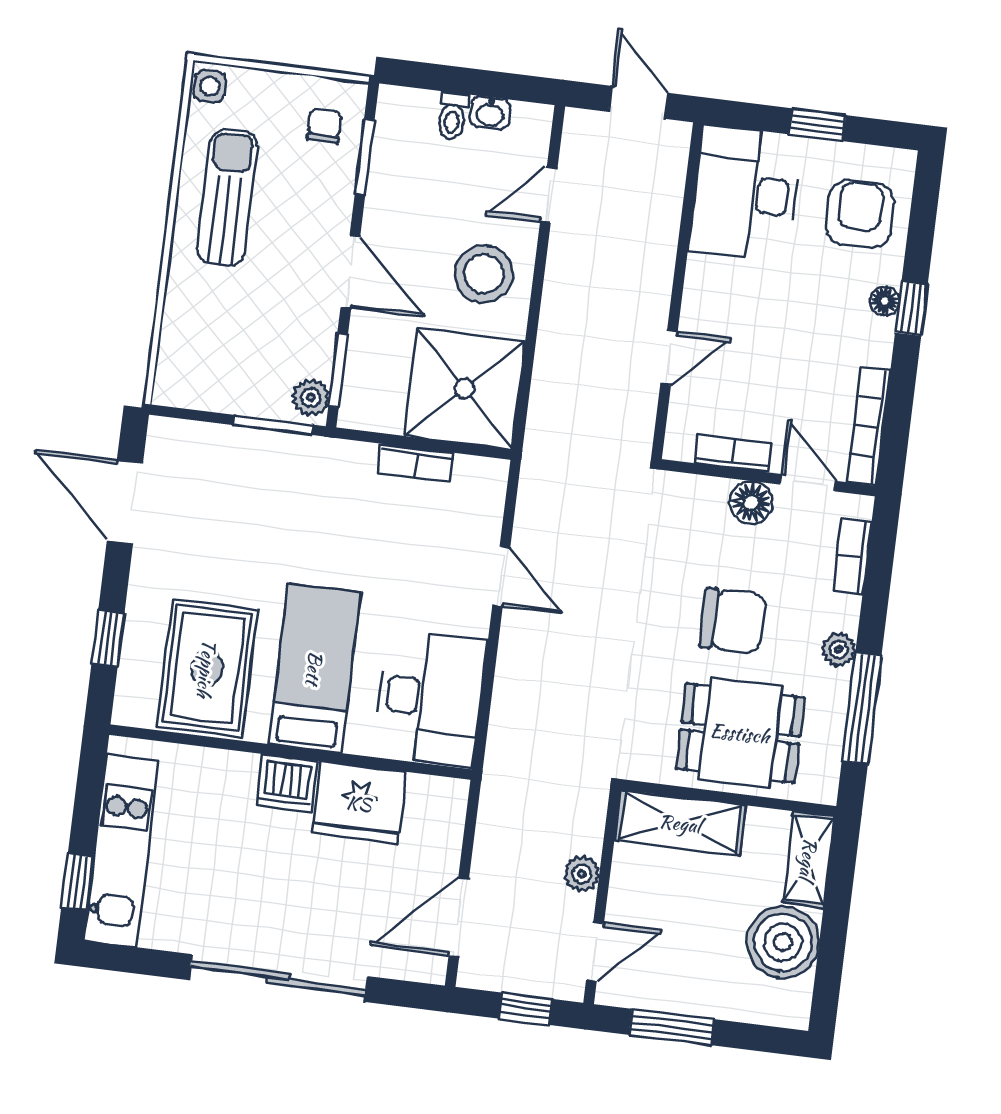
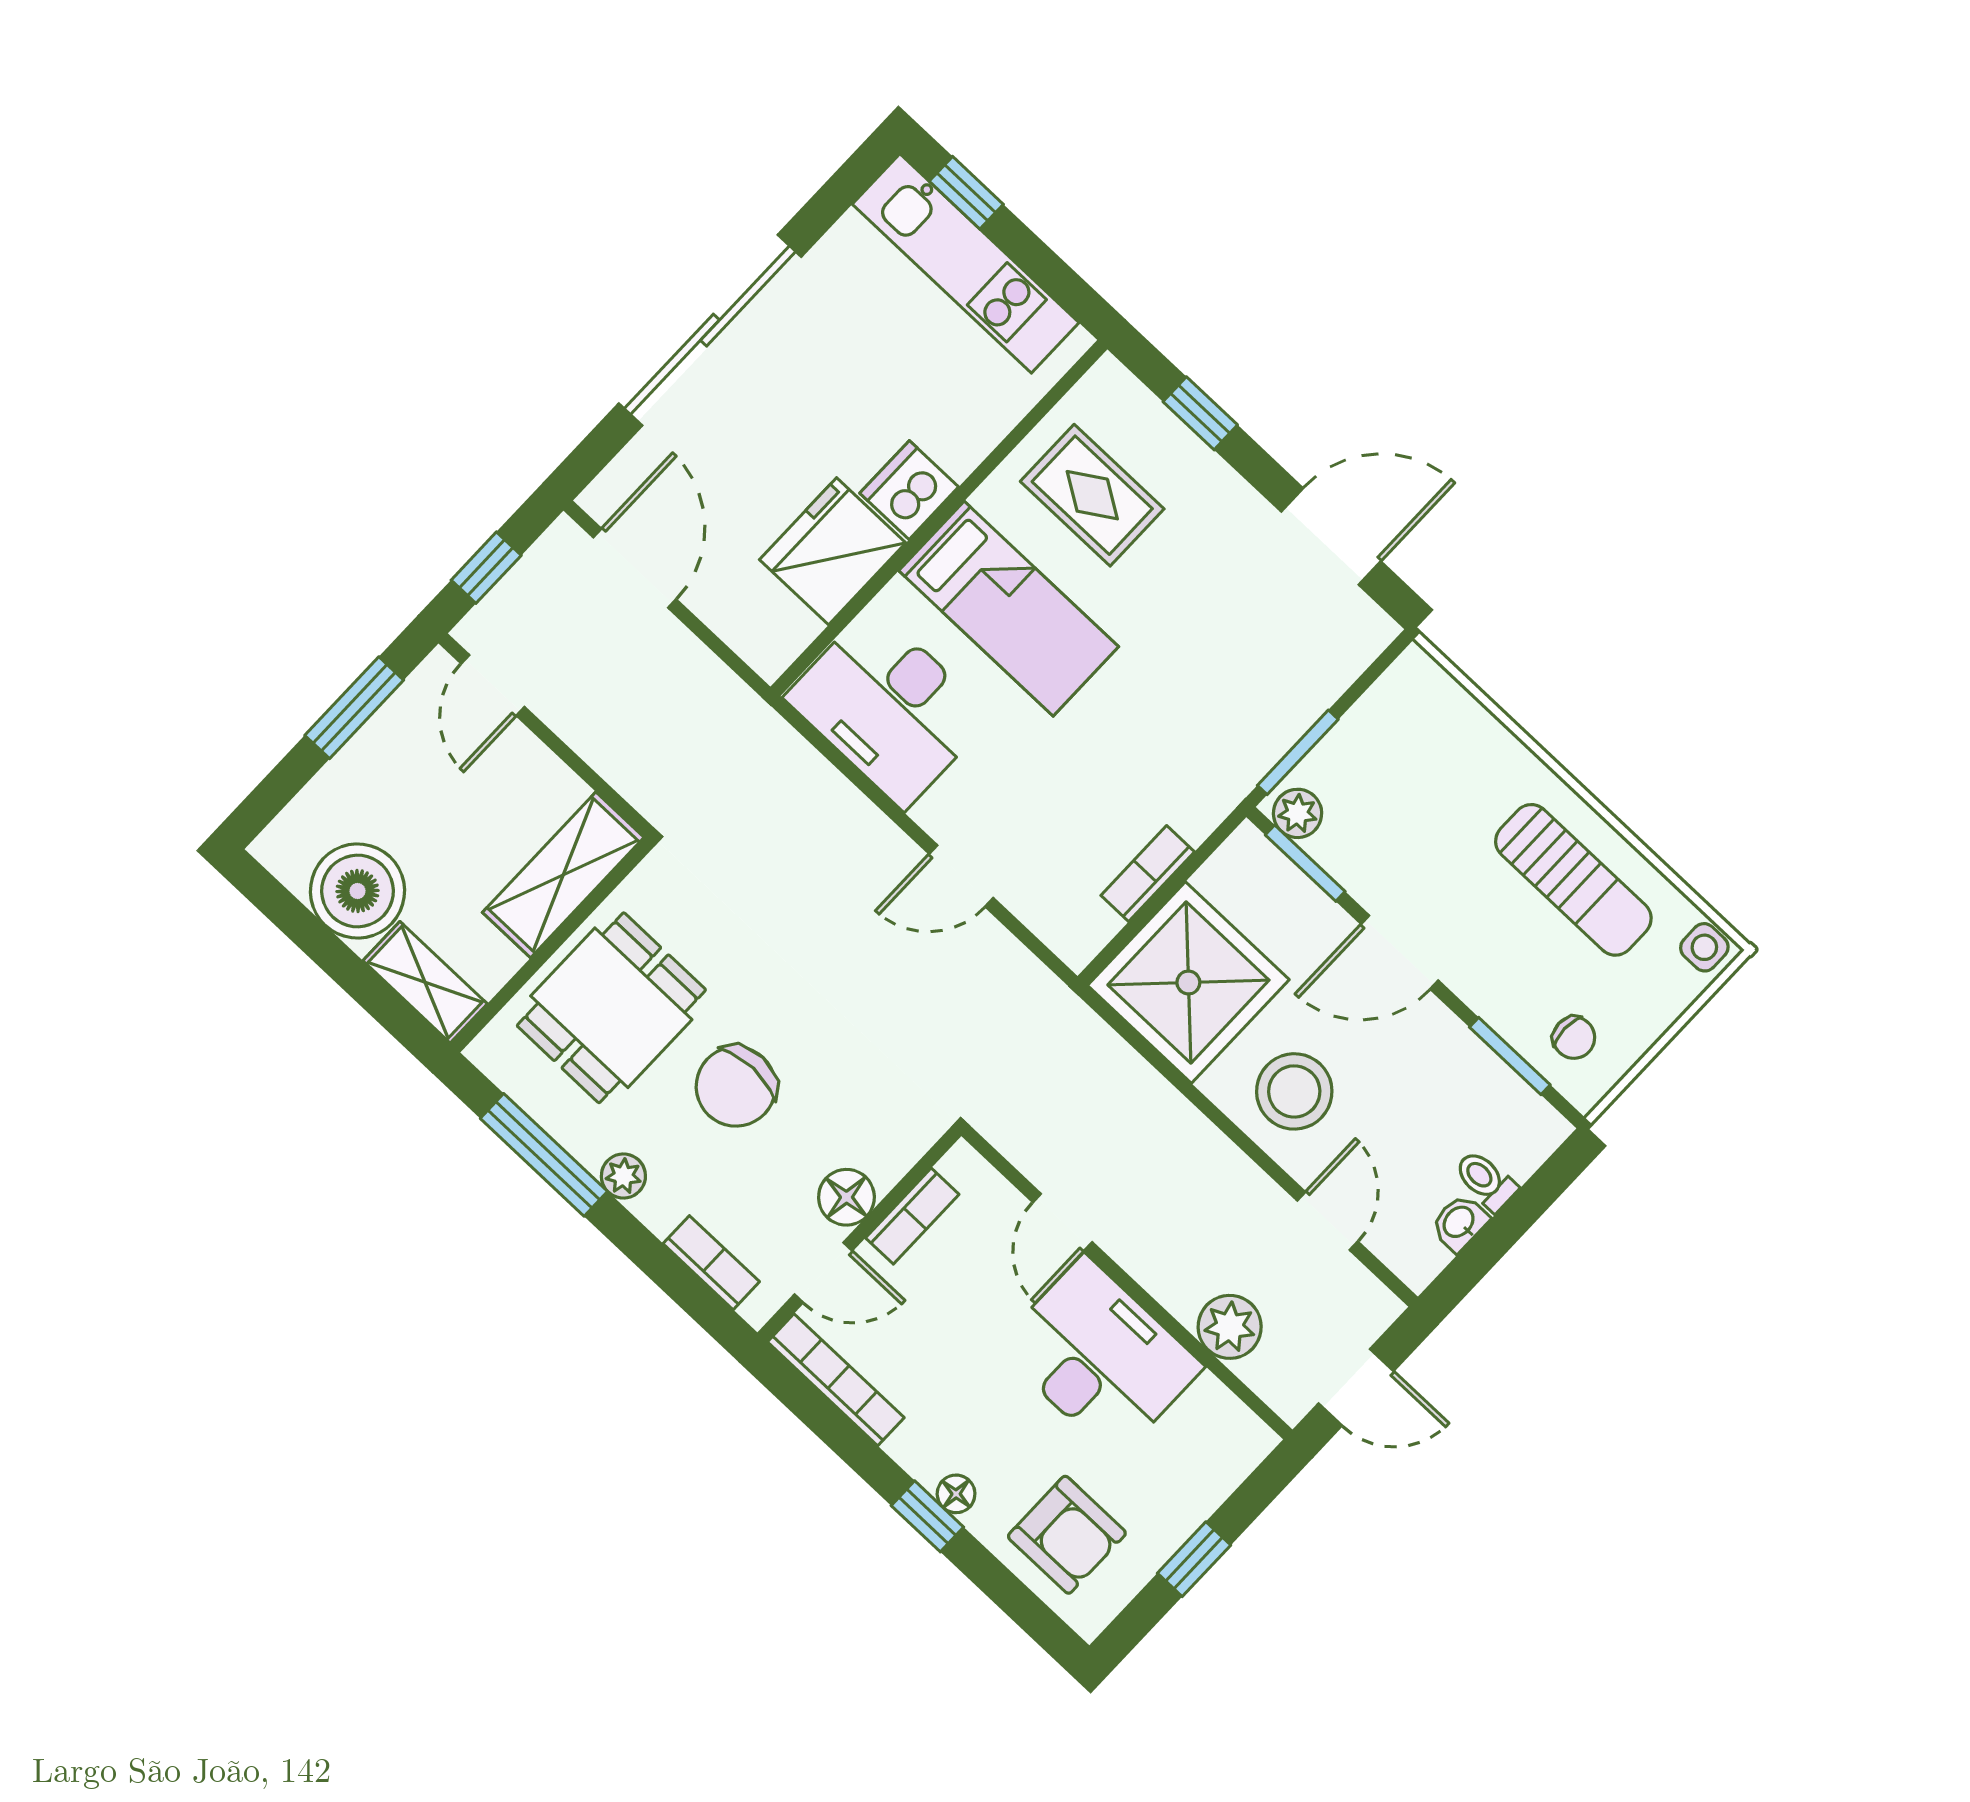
desk: (745, 193) -> (1100, 1357), moved
rug: (207, 668) -> (1092, 495), width x0.73, depth x0.70
plant: (582, 874) -> (1230, 1327), moved, width x1.38, depth x1.38

